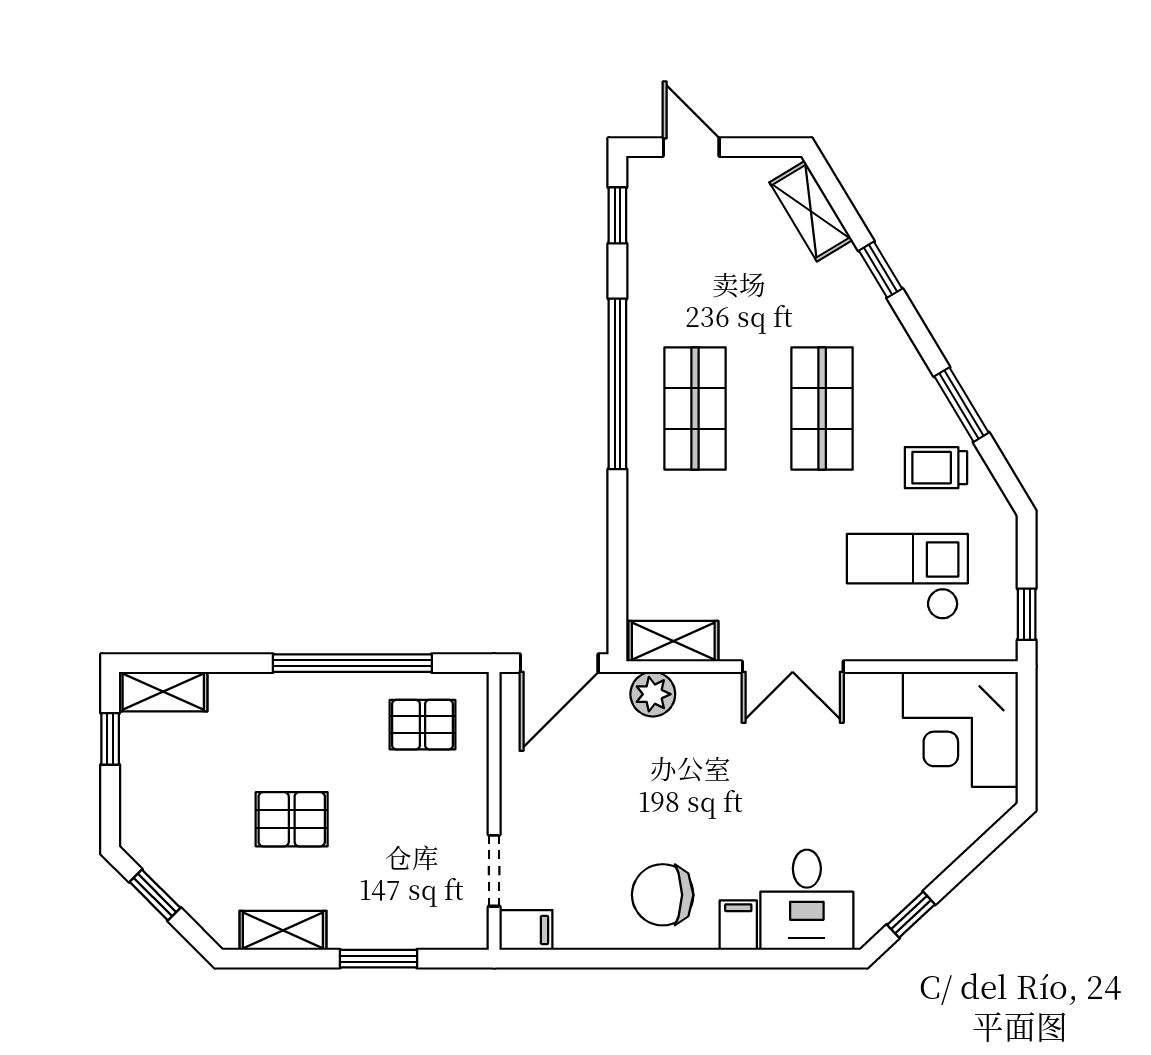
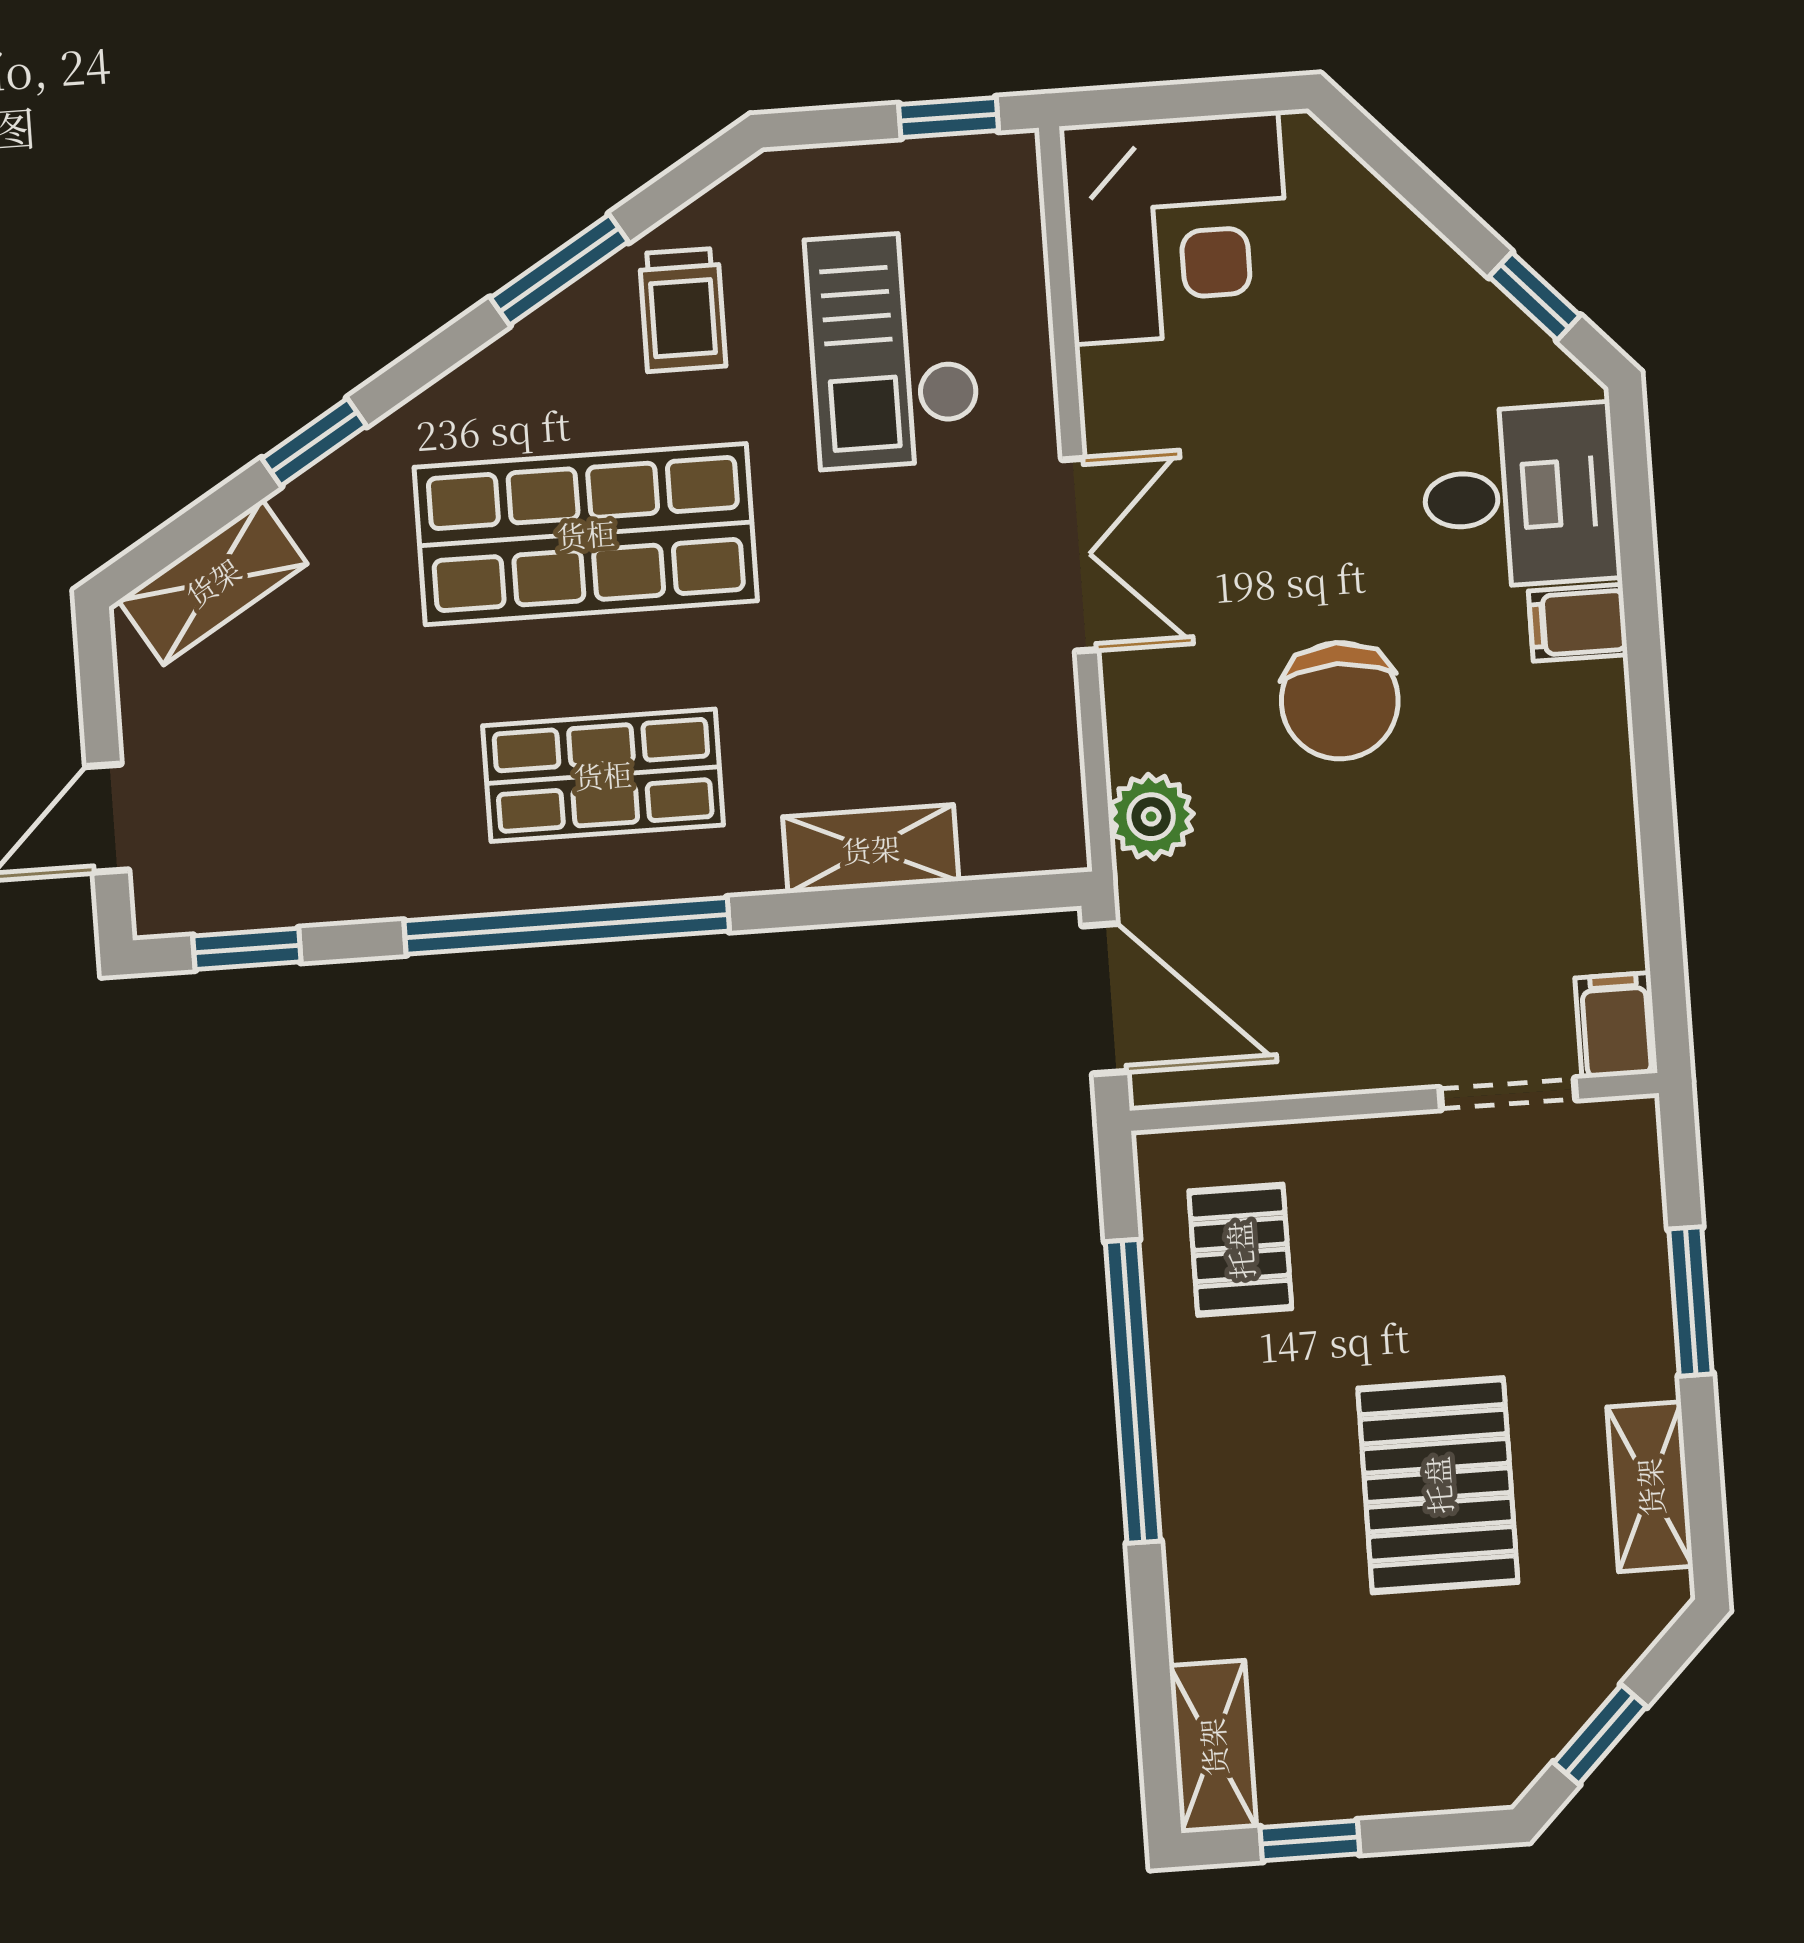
shop shelf: (822, 409) -> (586, 534), width x1.43, depth x1.36
shelving: (673, 641) -> (871, 849), moved, turned 90
pallet: (292, 819) -> (1438, 1485), width x1.50, depth x1.42
chair: (663, 895) -> (1340, 701), moved

